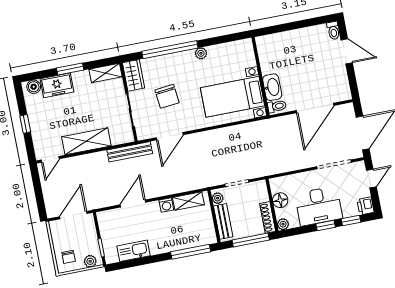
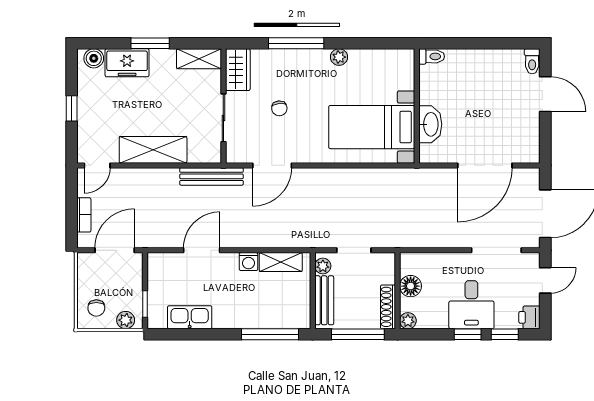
window: (170, 50) -> (296, 43), width x0.68
chair: (167, 96) -> (279, 108), width x0.54, depth x0.54
toilet: (277, 106) -> (432, 56), moved
bookcase: (48, 195) -> (84, 215), added
desk: (319, 206) -> (471, 305), width x0.73

